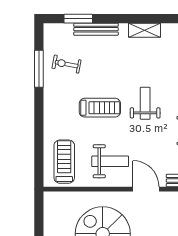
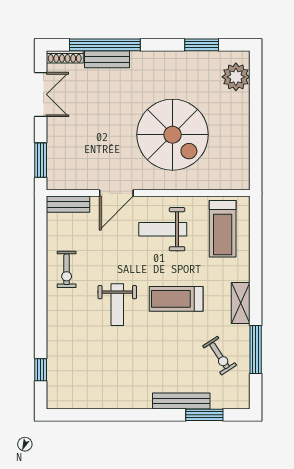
shelving: (144, 30) -> (241, 303), moved, turned 90
exercise bike: (67, 64) -> (220, 356), turned 46
door: (146, 189) -> (116, 193), hinge flipped

